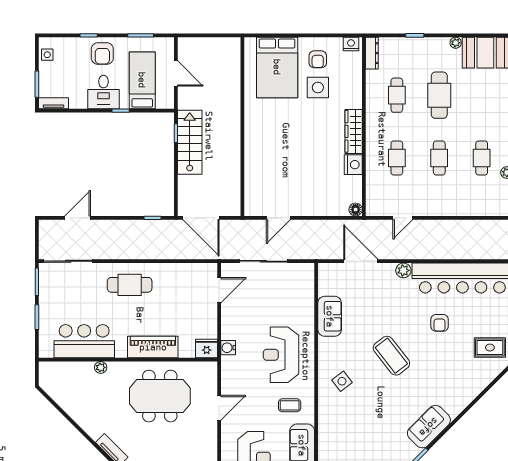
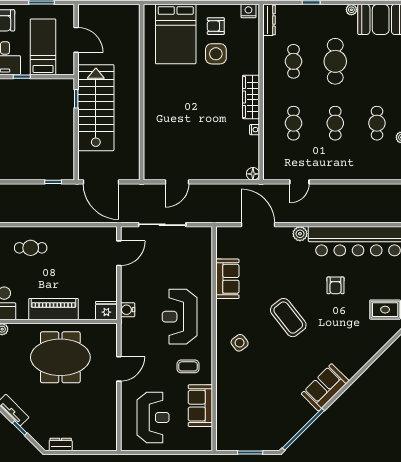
armchair: (318, 59) -> (216, 26), turned 90
stairs: (190, 142) -> (96, 108), width x1.36, depth x1.51
nightstand: (353, 165) -> (255, 130), width x0.53, depth x0.56
cafe table: (130, 285) -> (31, 248), width x0.73, depth x0.74

